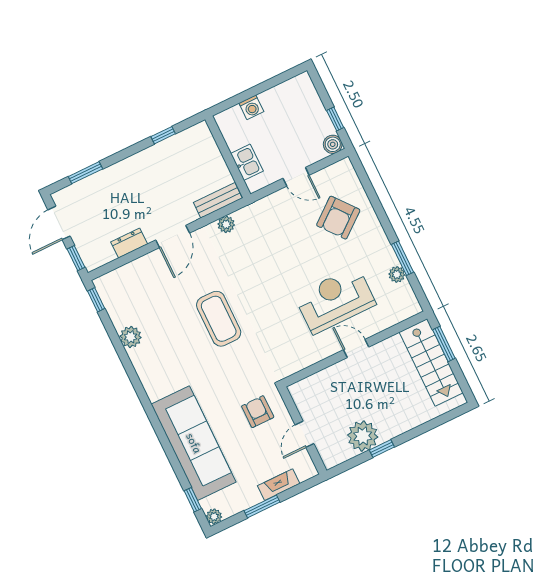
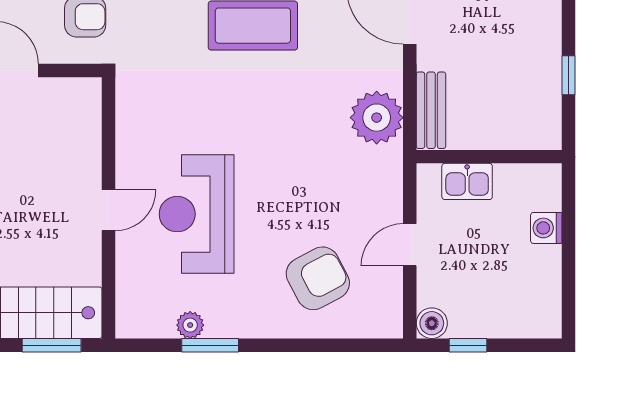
armchair: (338, 218) -> (318, 278), turned 101
plant: (226, 224) -> (377, 118), width x1.87, depth x1.87
reception desk: (335, 300) -> (197, 214), turned 180

